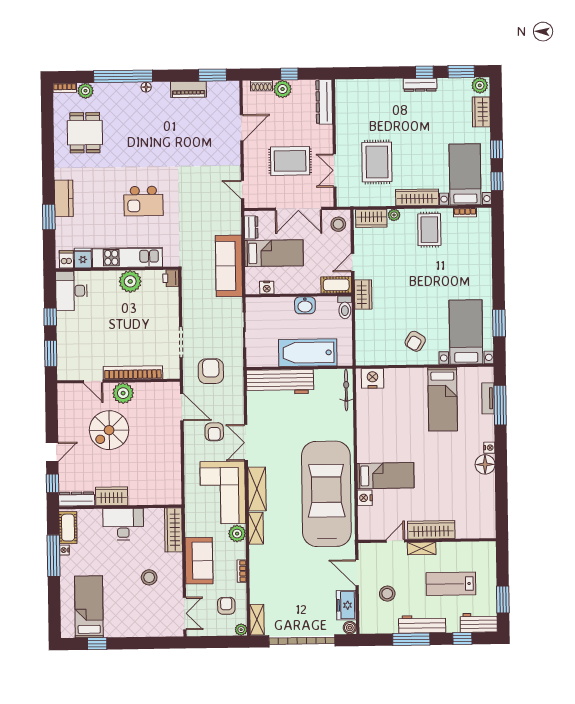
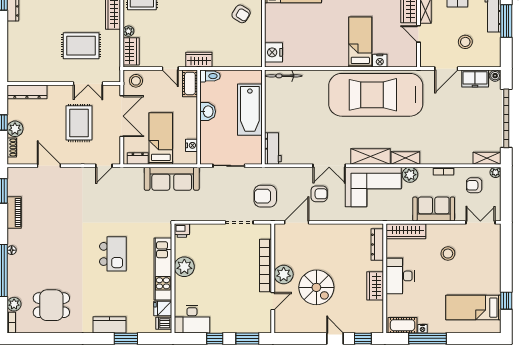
workbench: (280, 382) -> (273, 149), width x0.53, depth x0.76
dresser: (77, 499) -> (377, 245), moved

